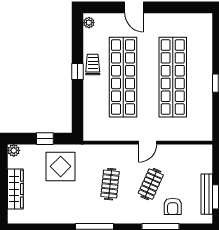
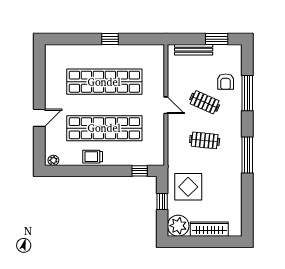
window: (78, 72) -> (140, 171), moved
plant: (14, 150) -> (178, 226), width x1.88, depth x1.88
bench: (207, 194) -> (194, 50), moved
armchair: (173, 206) -> (226, 82), turned 90

